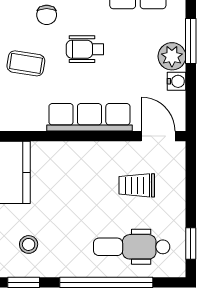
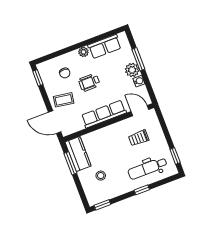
stool: (29, 244) -> (101, 176), moved
window: (106, 282) -> (142, 190), width x0.32

